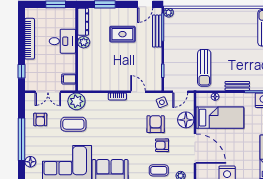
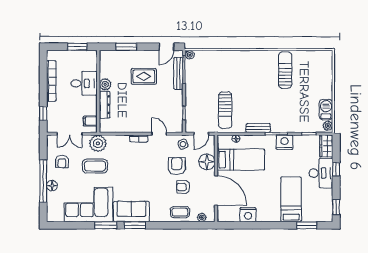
dresser: (83, 22) -> (105, 105), moved
floor lamp: (30, 162) -> (52, 186), moved

